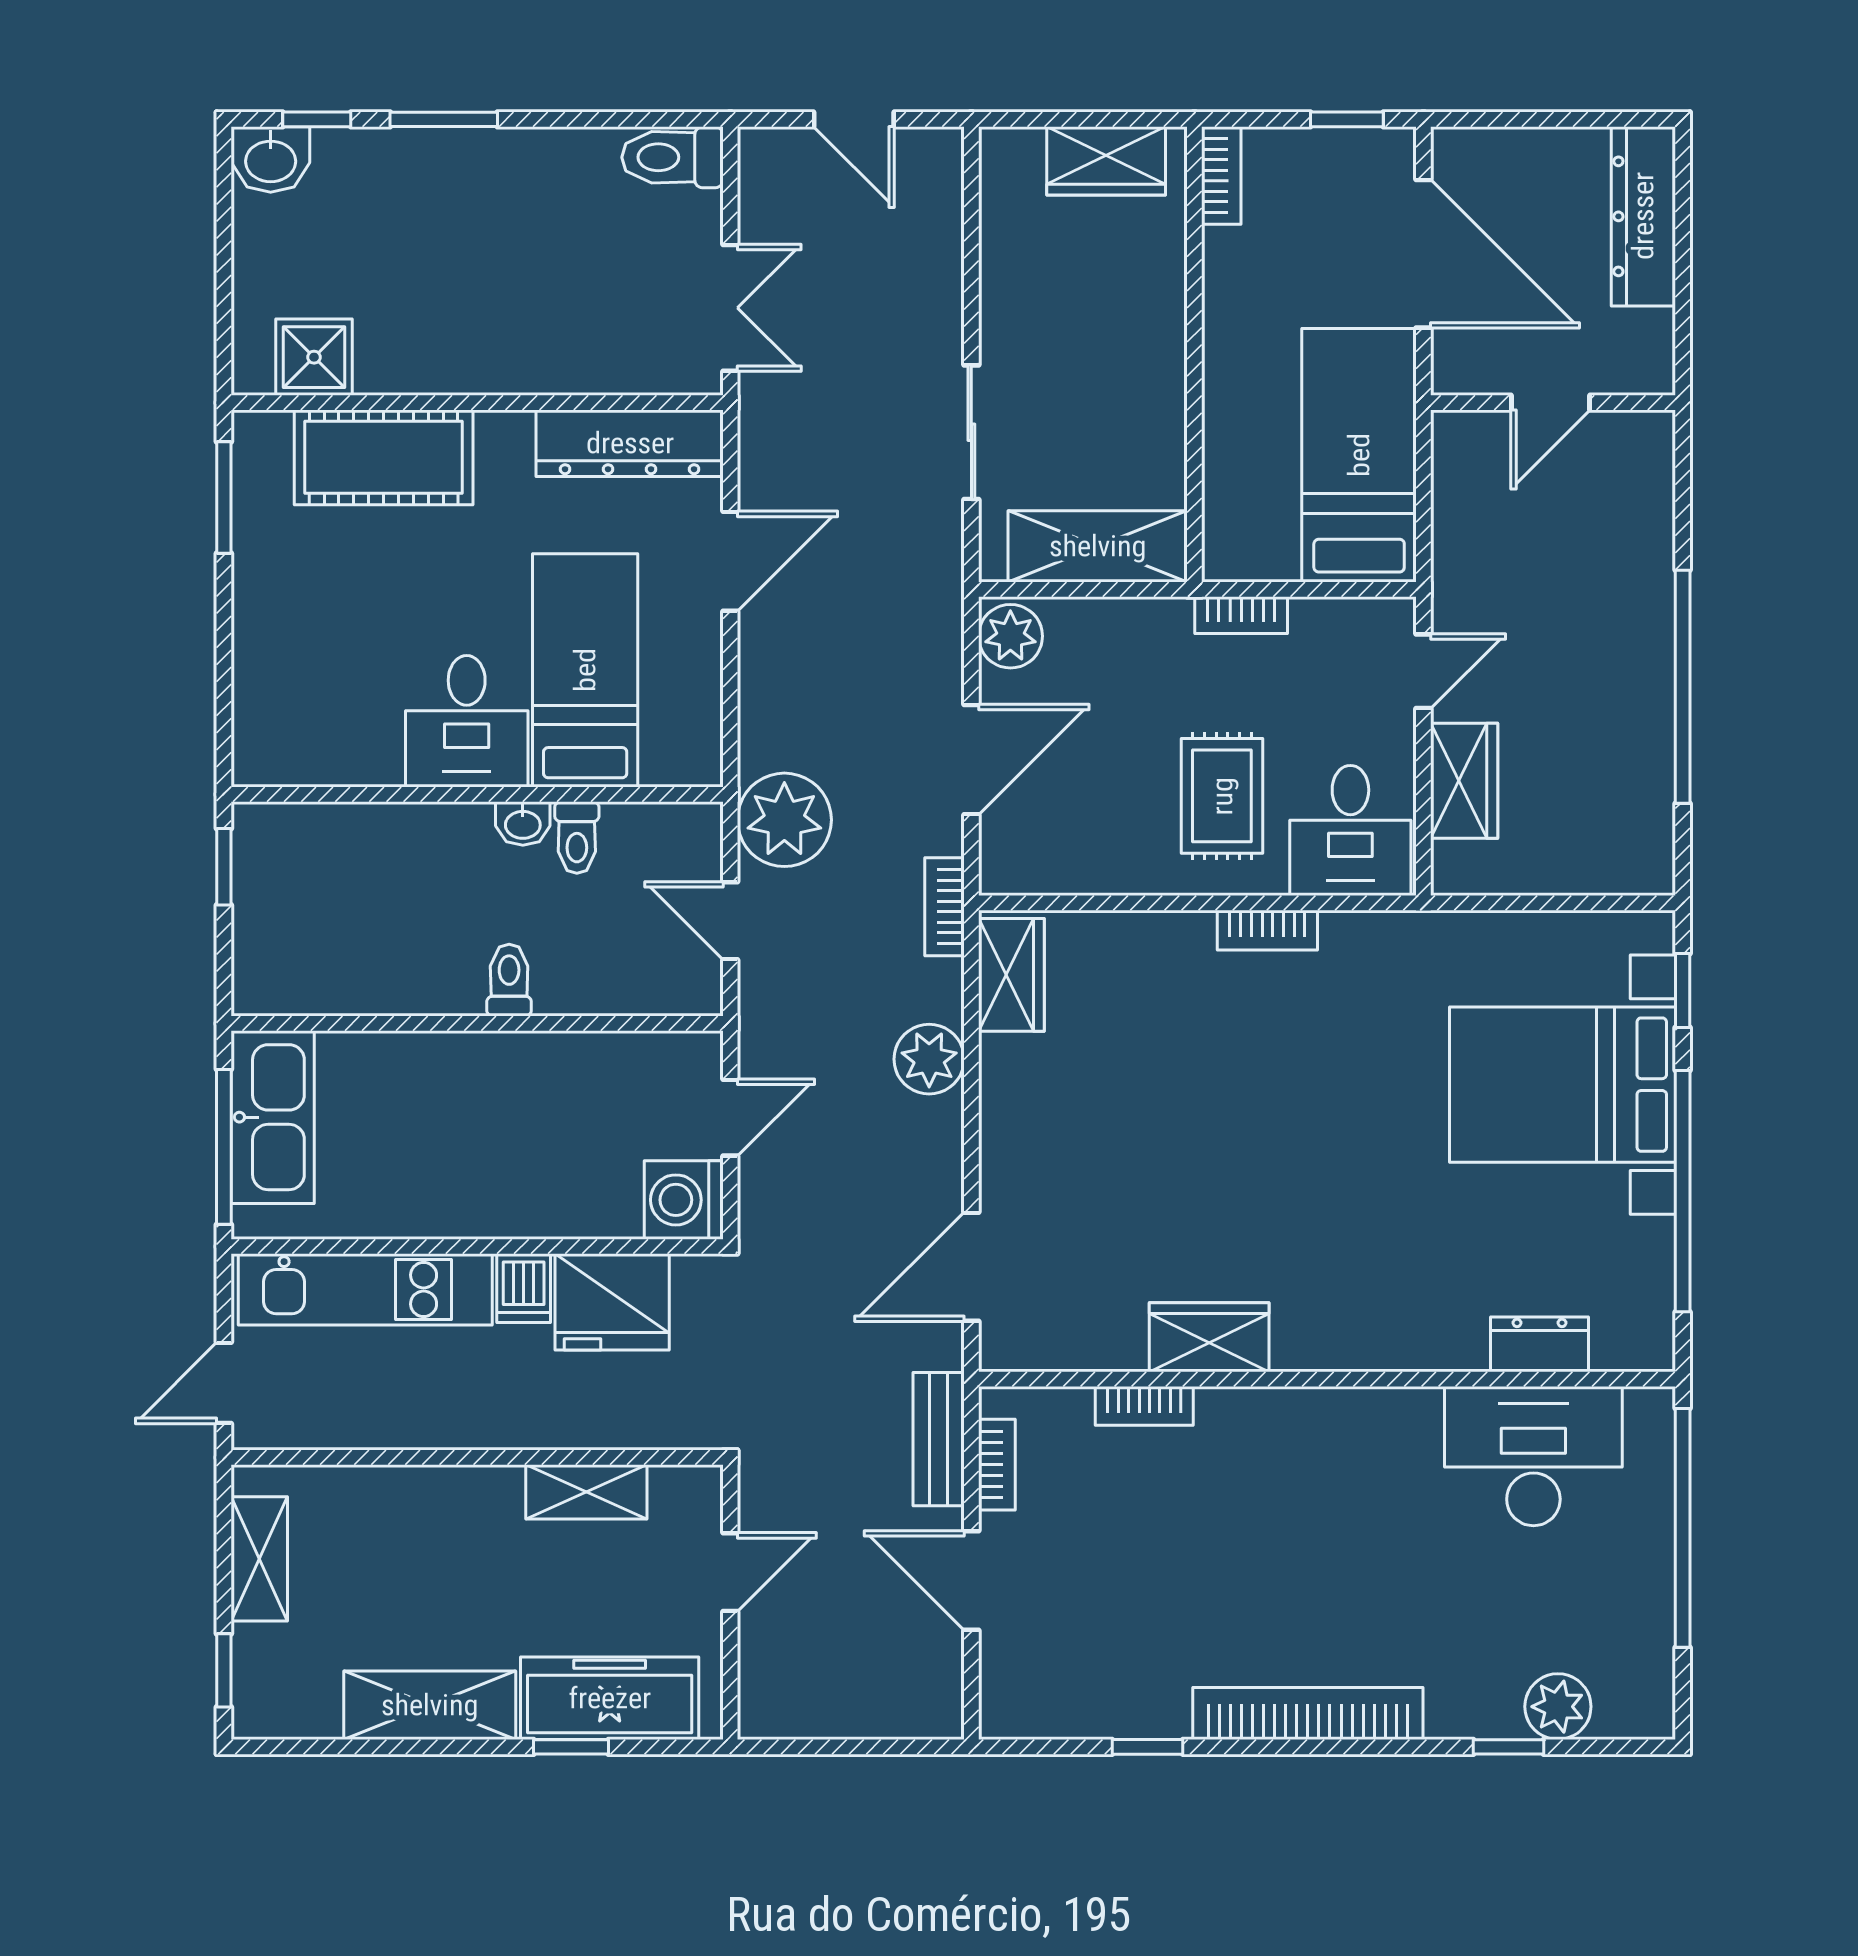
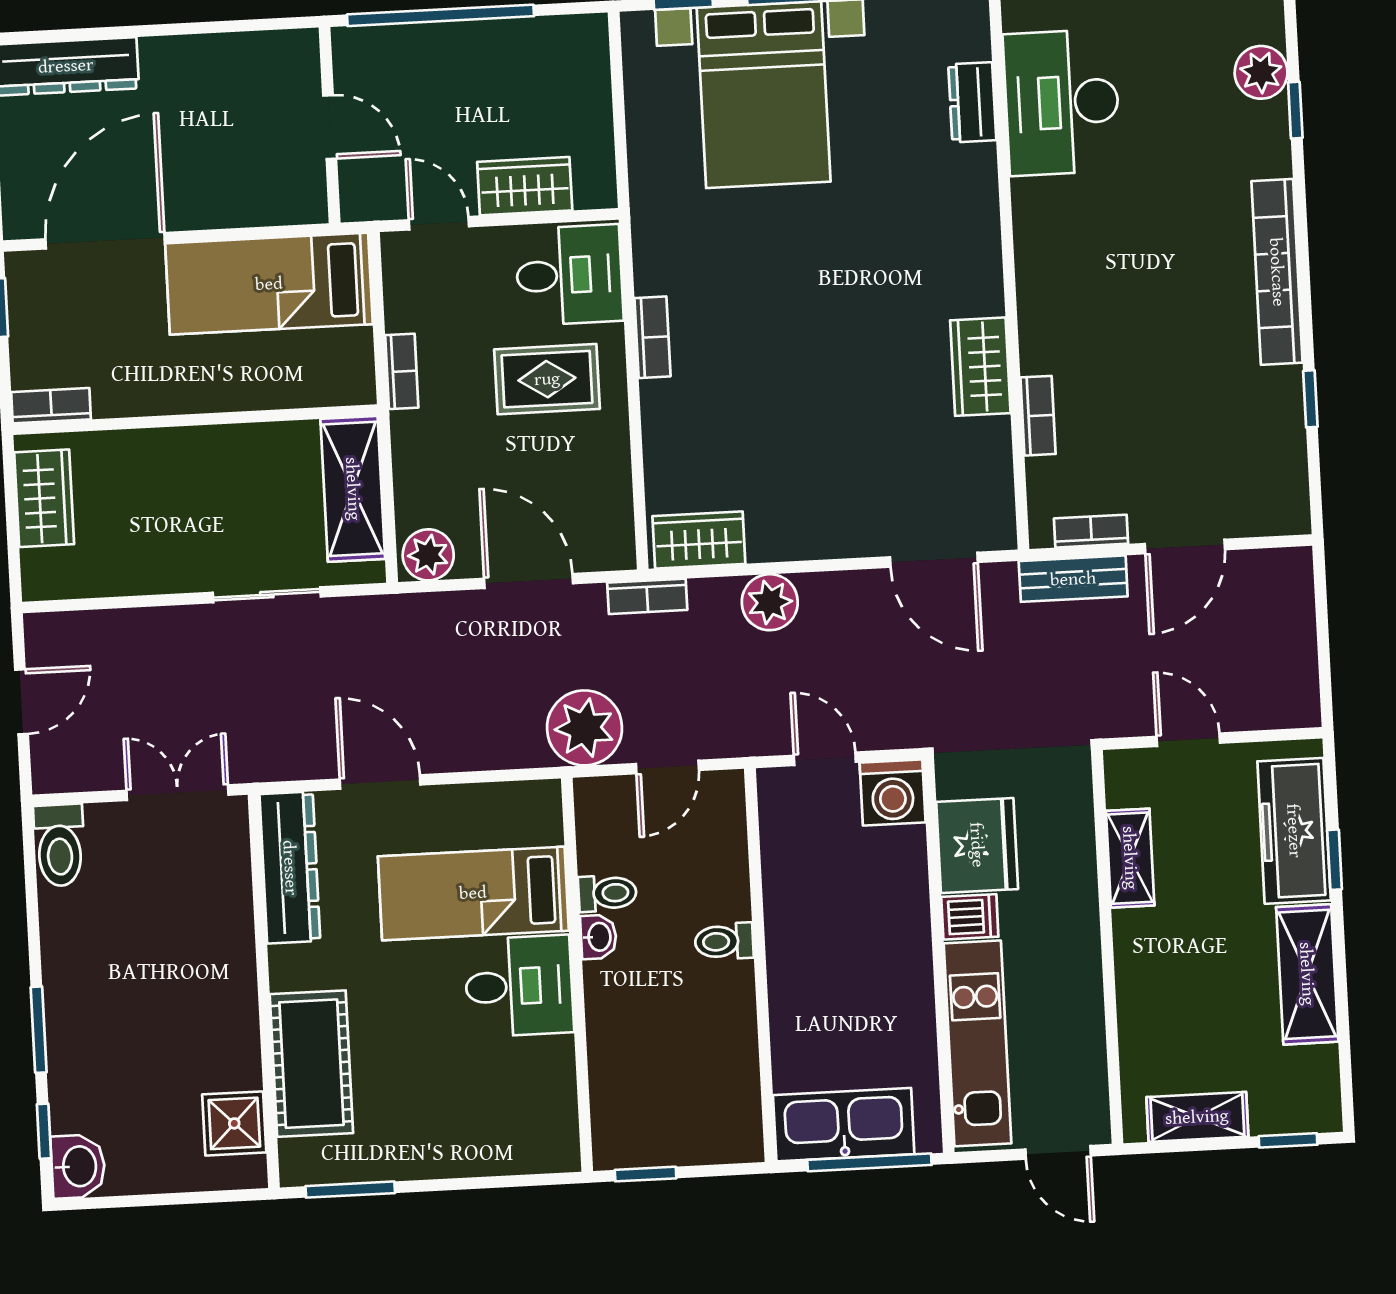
door: (1550, 403) -> (330, 127), moved
wall: (1553, 403) -> (330, 125), moved

